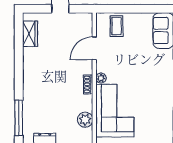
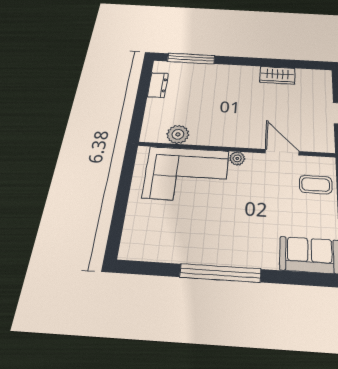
wardrobe: (30, 34) -> (277, 75), moved
shoe rack: (88, 84) -> (229, 141), removed

